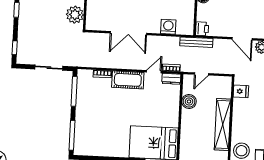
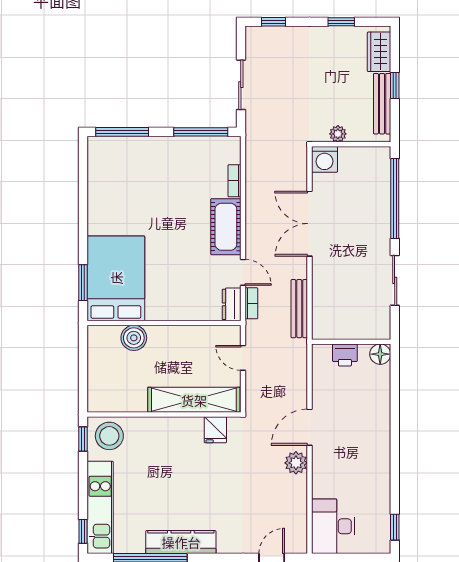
plant: (75, 15) -> (338, 134), width x0.53, depth x0.53
washing machine: (168, 27) -> (324, 159), moved, turned 90
printer: (202, 29) -> (345, 355), moved
bench: (196, 42) -> (299, 309), moved
boiler: (189, 102) -> (134, 338), moved
shelving: (223, 124) -> (194, 400), moved

